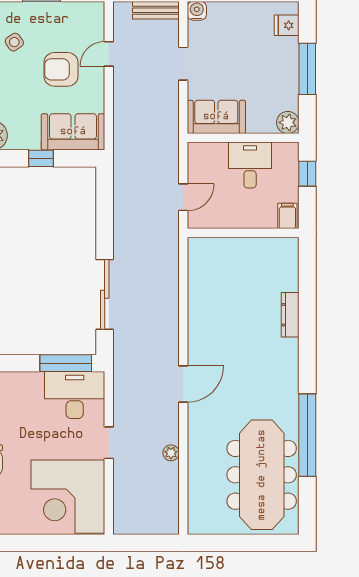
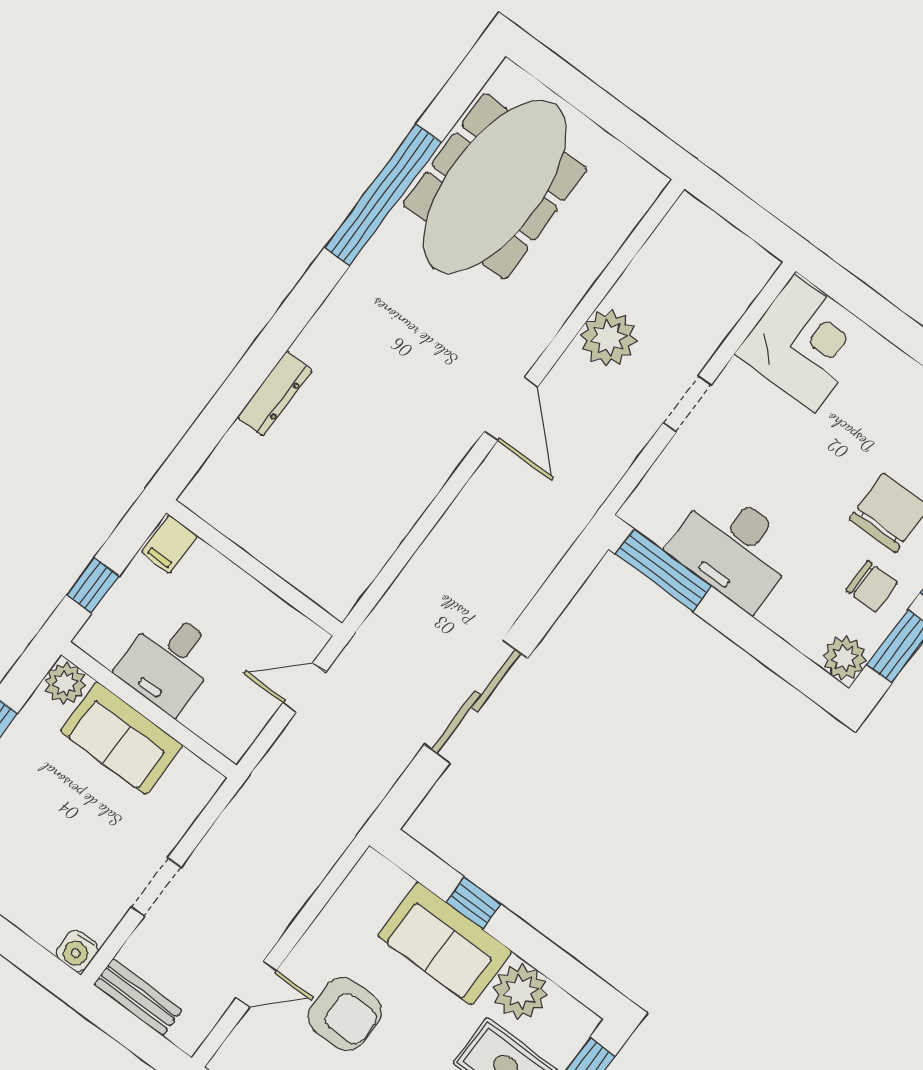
sofa: (216, 117) -> (121, 738), moved
sofa: (73, 132) -> (445, 943), moved
sliding door: (105, 294) -> (476, 701), moved
door: (183, 384) -> (511, 409), swing flipped
desk: (75, 395) -> (733, 548), moved
plant: (171, 453) -> (609, 338), width x1.87, depth x1.87
corner desk: (68, 497) -> (804, 343), width x0.74, depth x0.74

